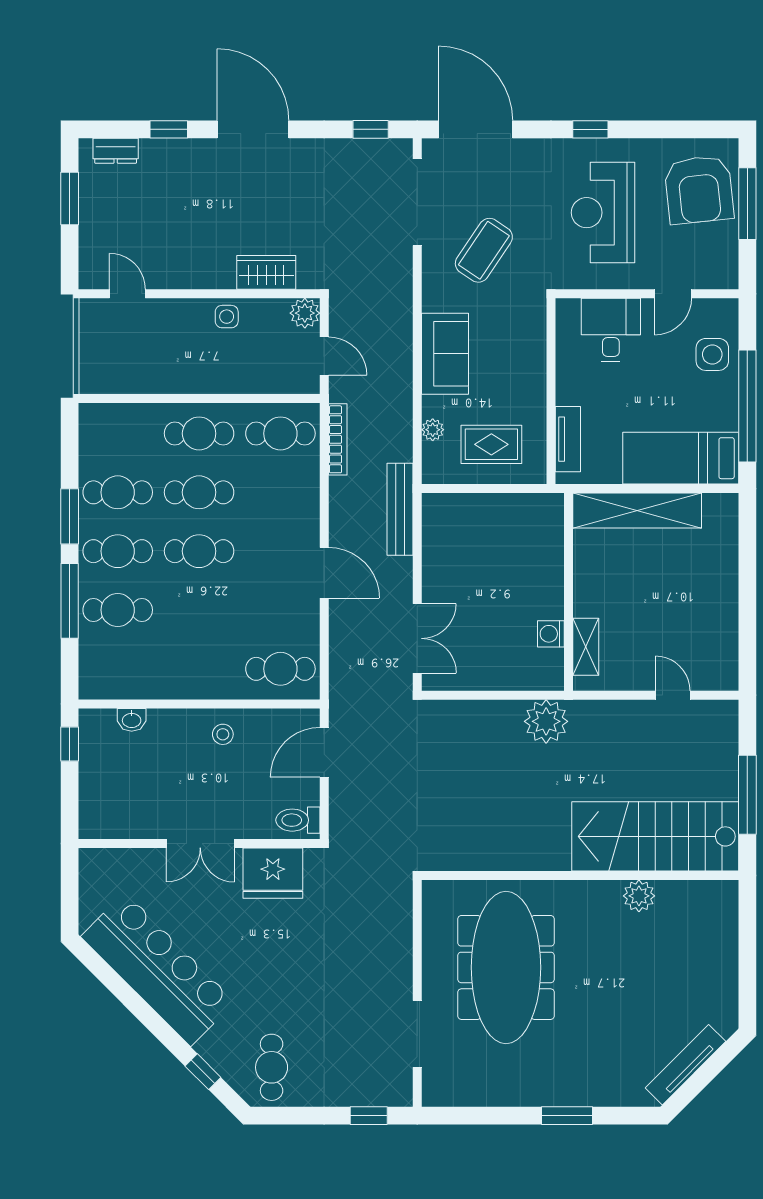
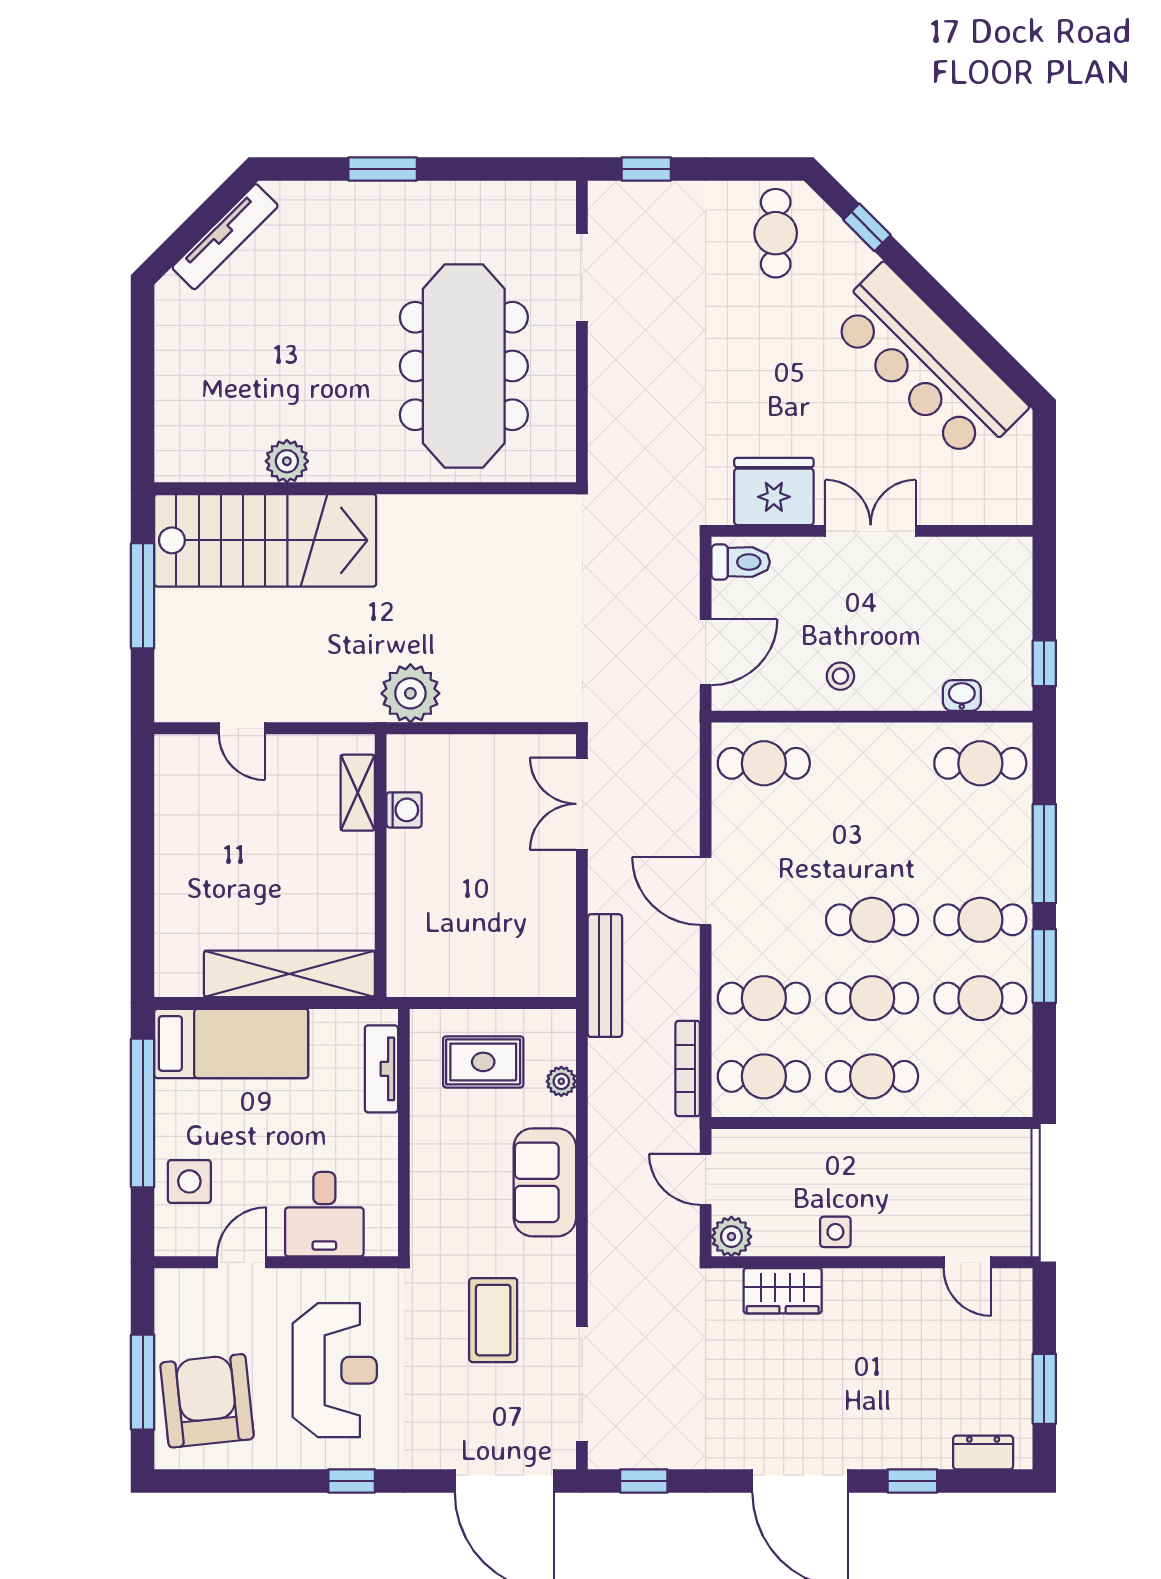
coffee table: (484, 250) -> (493, 1320), turned -34
cafe table: (280, 492) -> (764, 998), added
cafe table: (118, 610) -> (980, 763), moved

